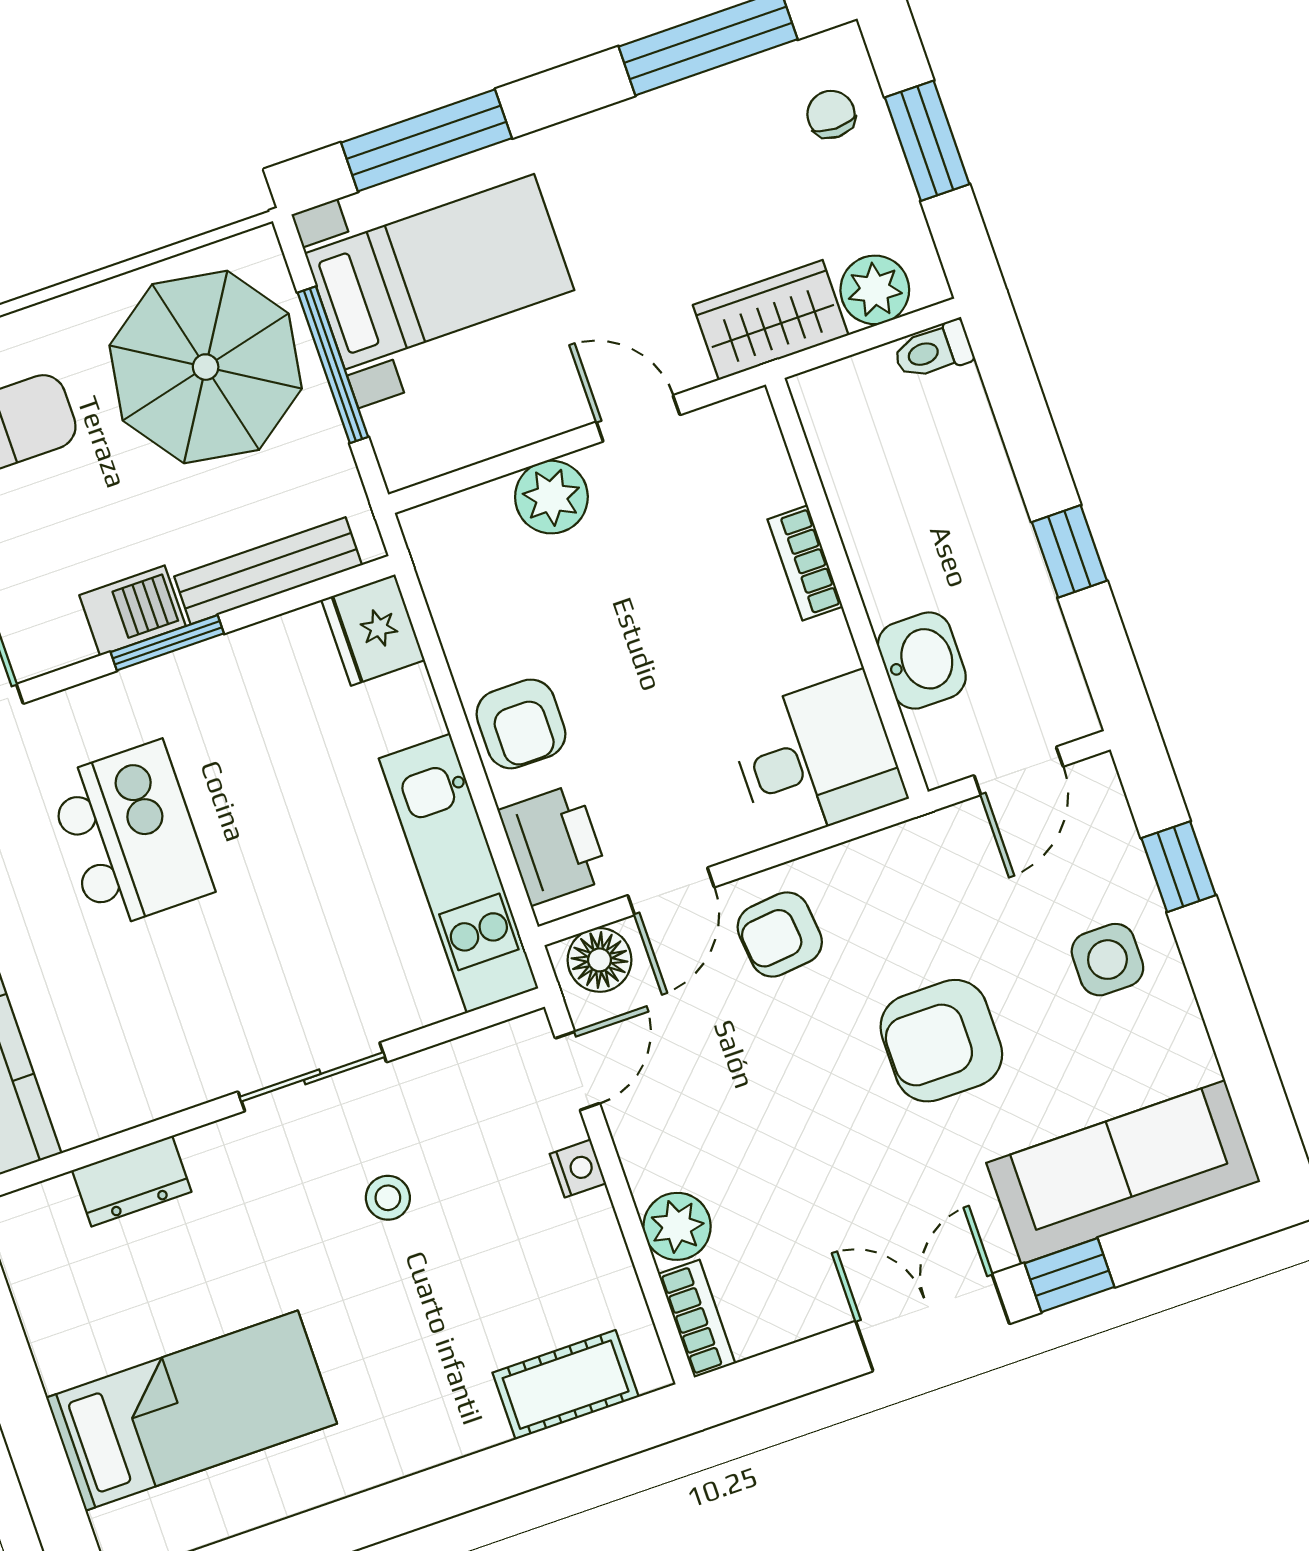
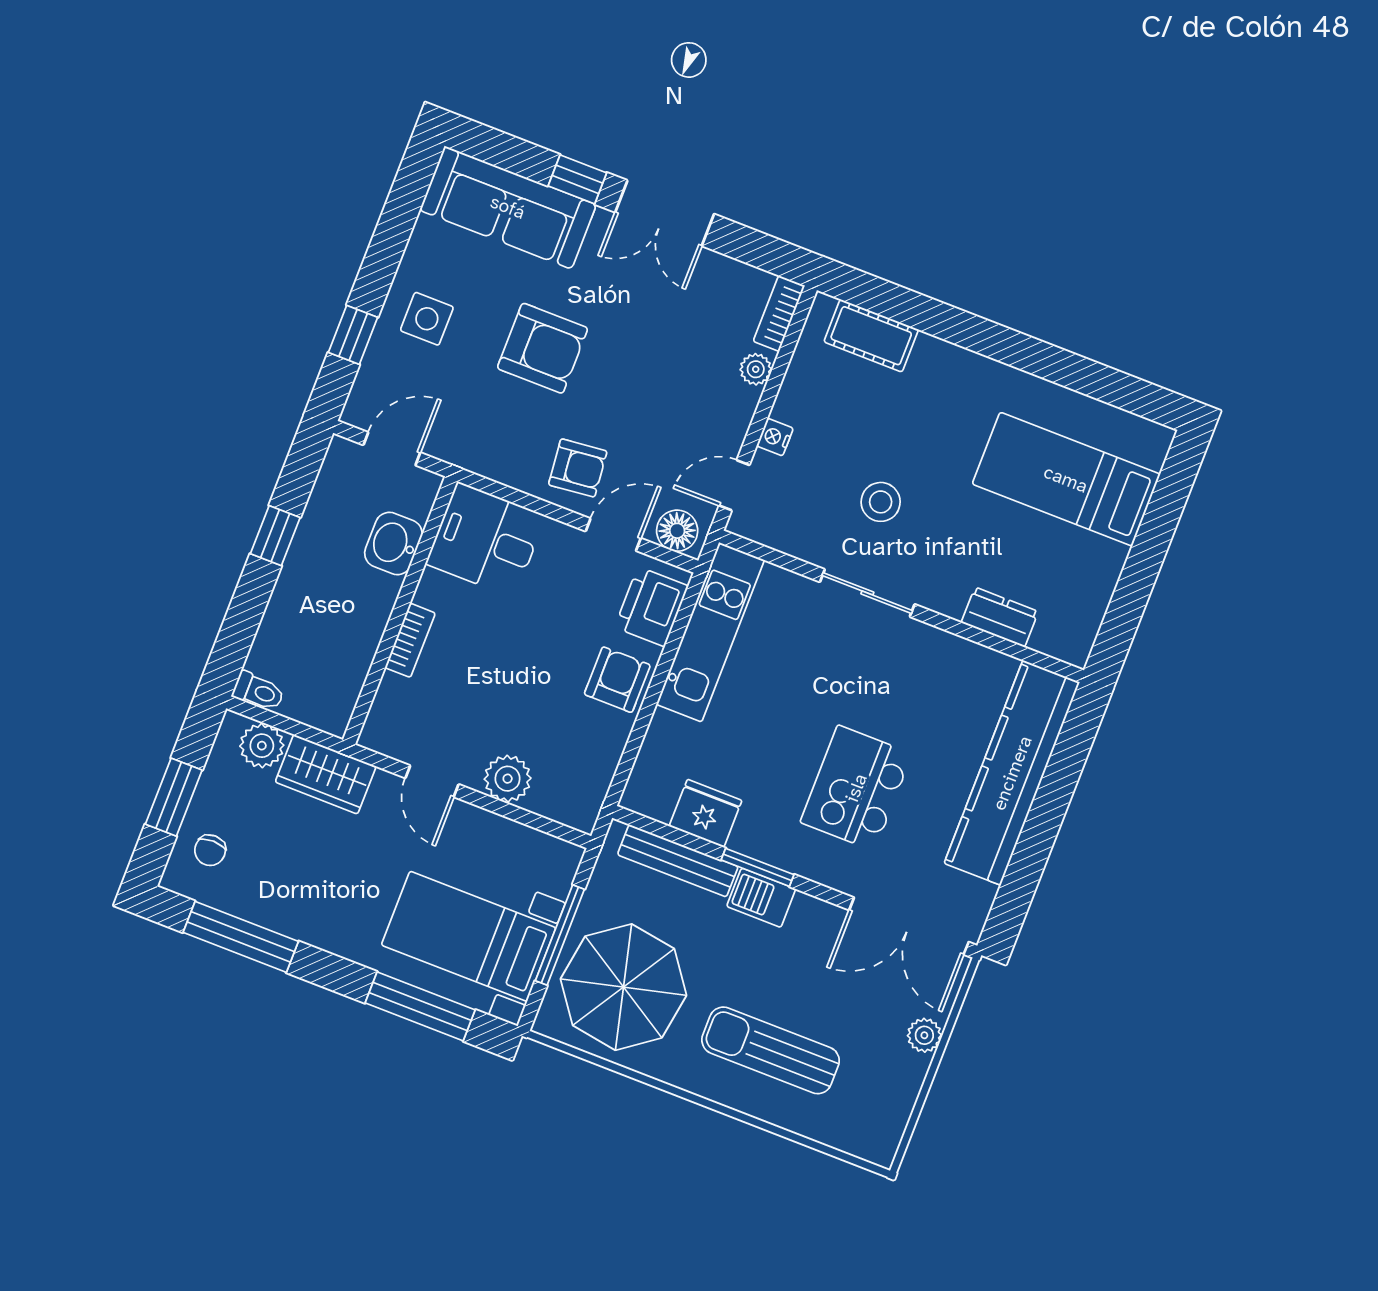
fridge: (373, 630) -> (706, 813), moved, turned -90
stool: (388, 1198) -> (881, 502), width x1.37, depth x1.37
plant: (677, 1226) -> (756, 369), width x0.73, depth x0.73

